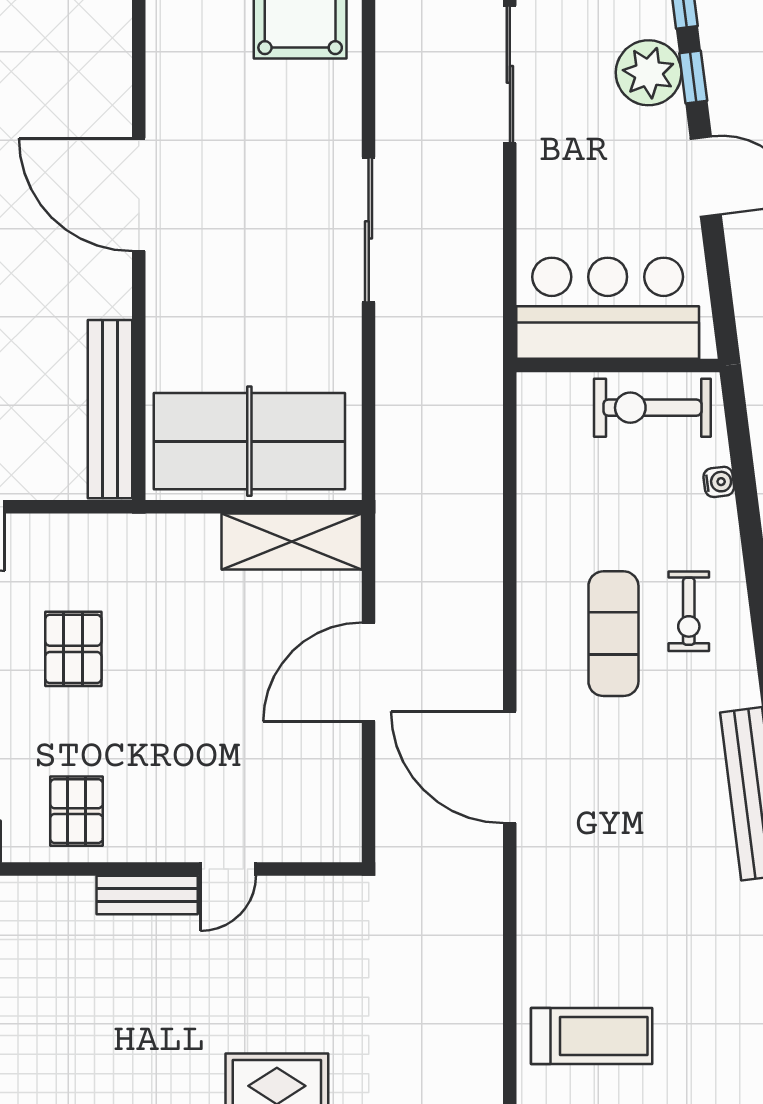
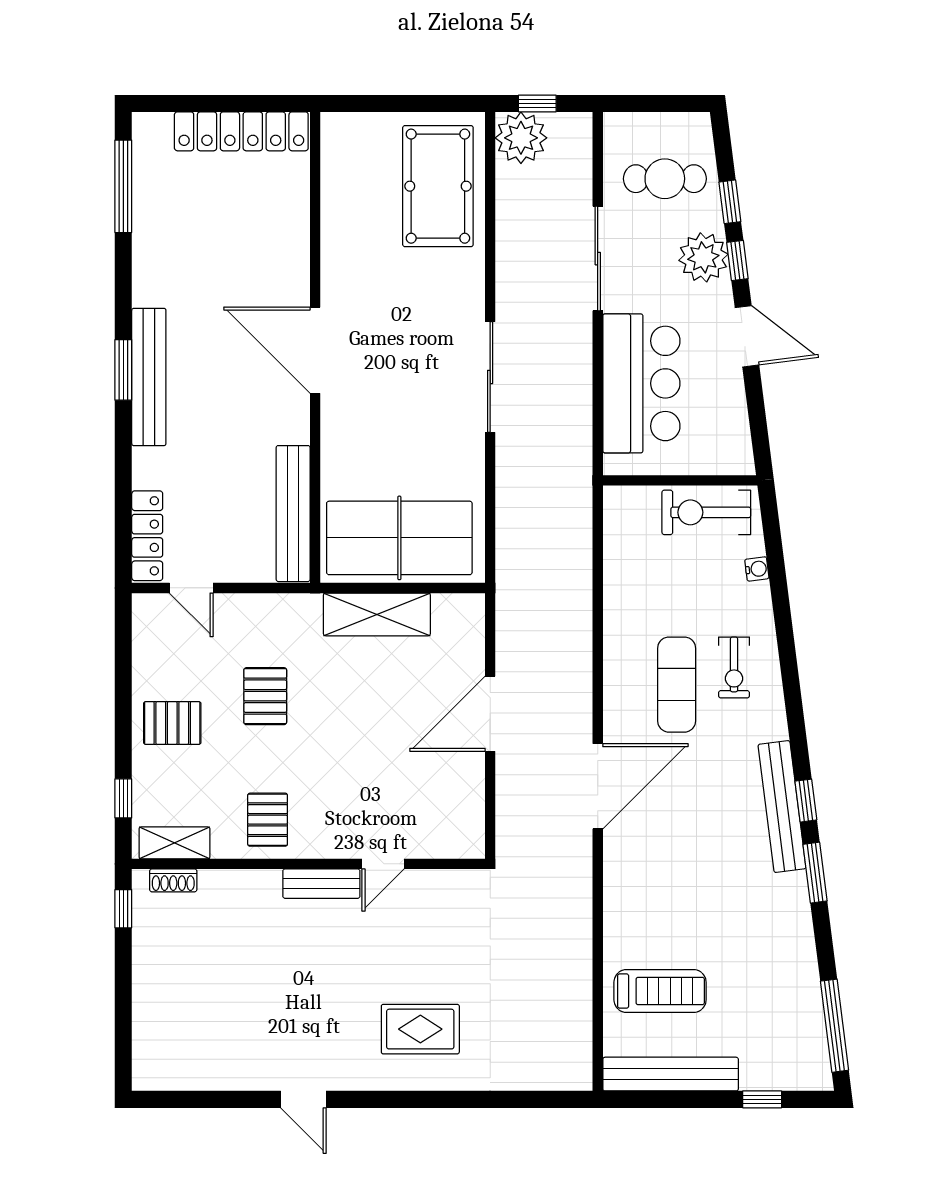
bar counter: (608, 308) -> (641, 383), moved, turned 90
shelving: (292, 542) -> (377, 614), moved
door: (510, 767) -> (598, 786), swing flipped

